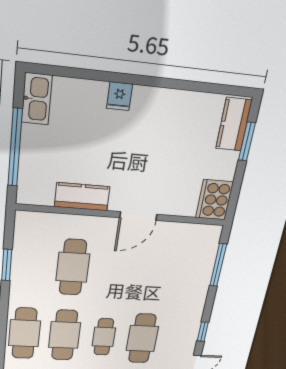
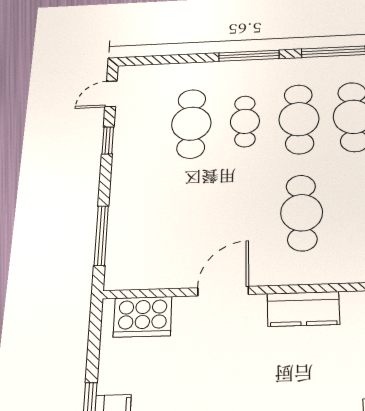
cooker: (214, 200) -> (143, 317), moved, turned 90

